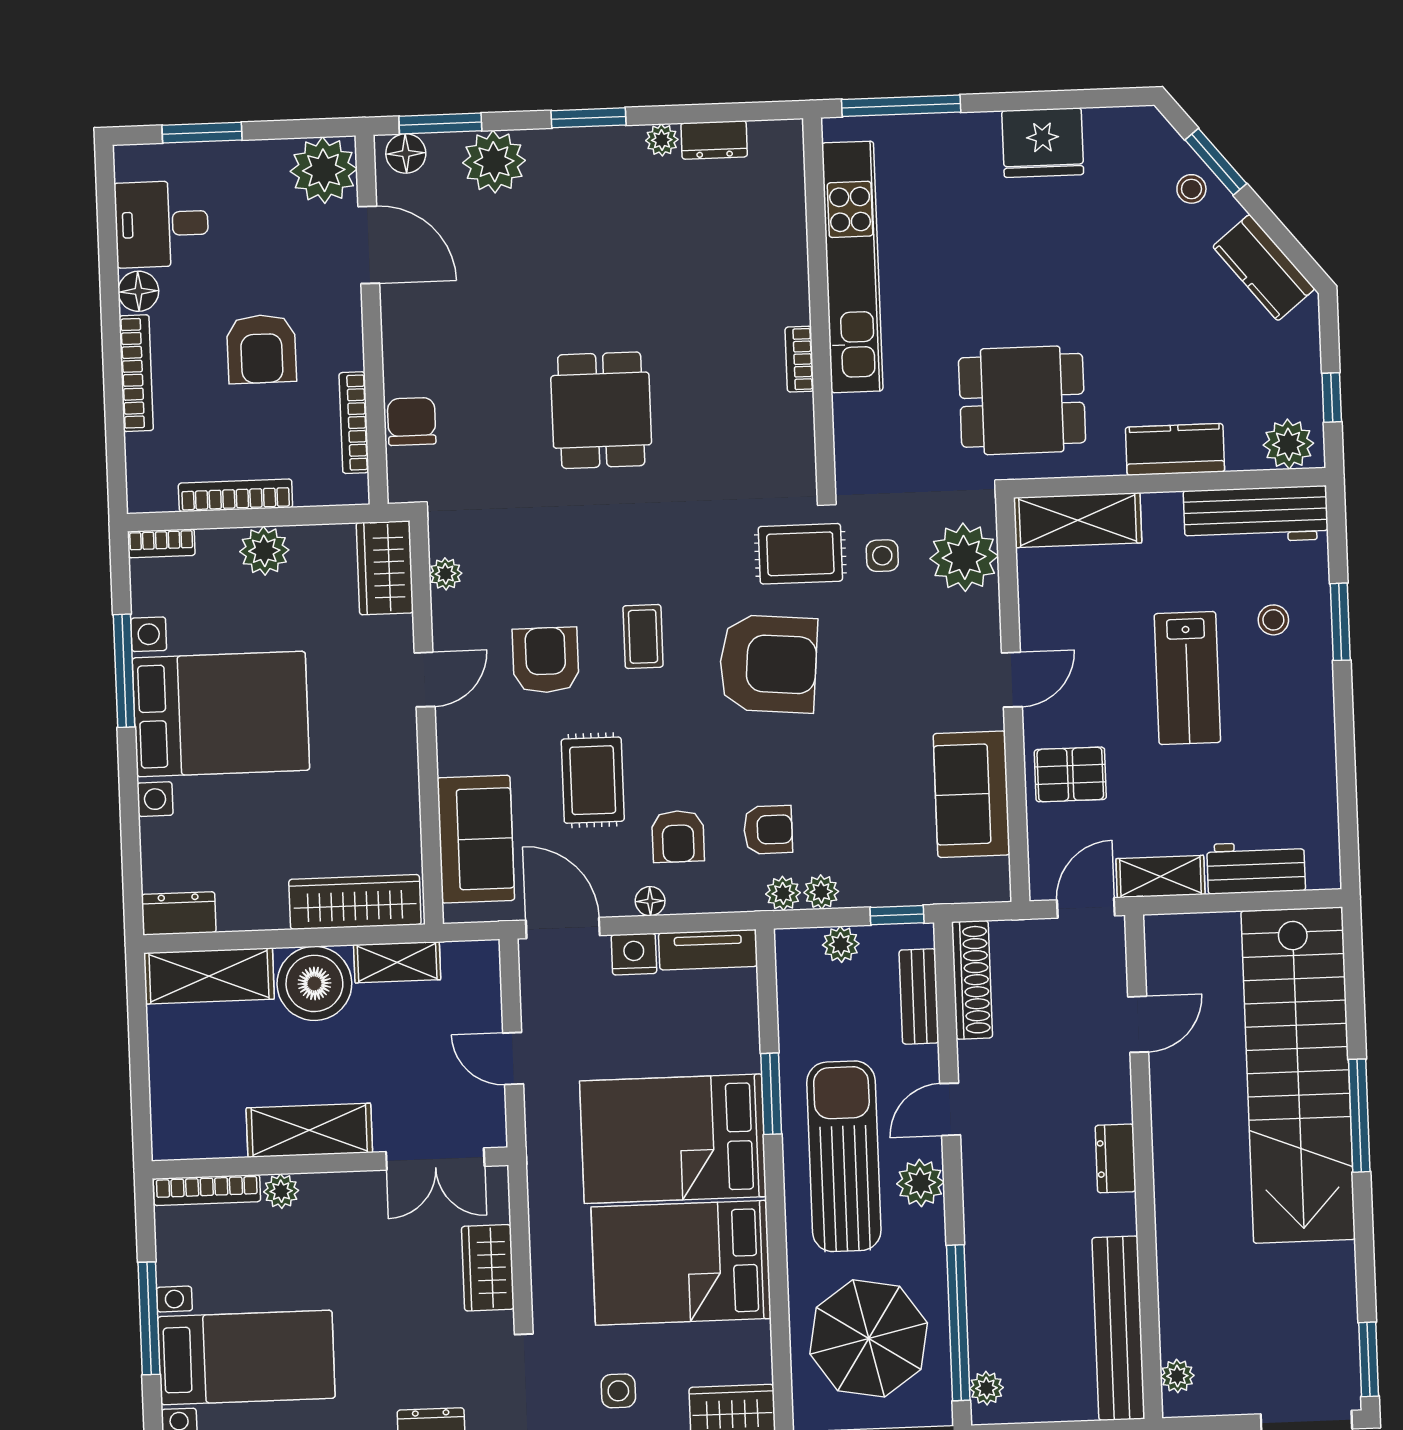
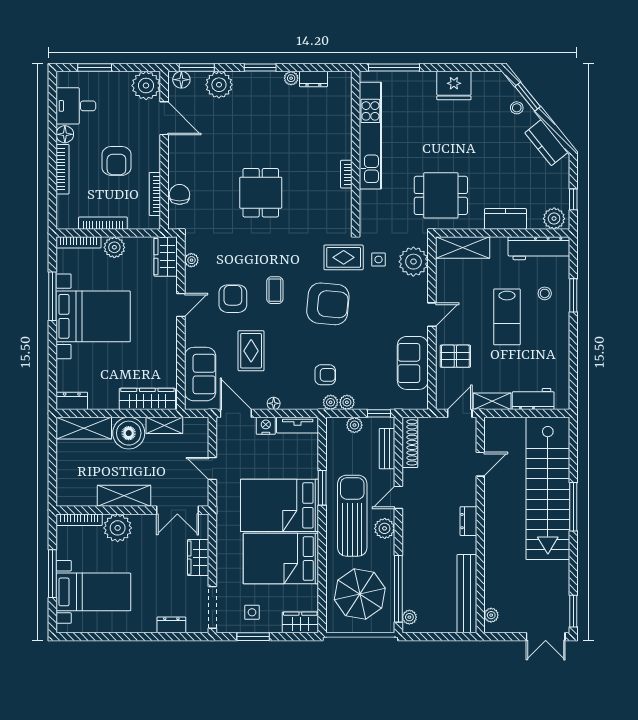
bookcase: (161, 543) -> (78, 242), width x1.56
armchair: (678, 836) -> (287, 376), removed
plant: (281, 1191) -> (118, 528), width x1.87, depth x1.87

